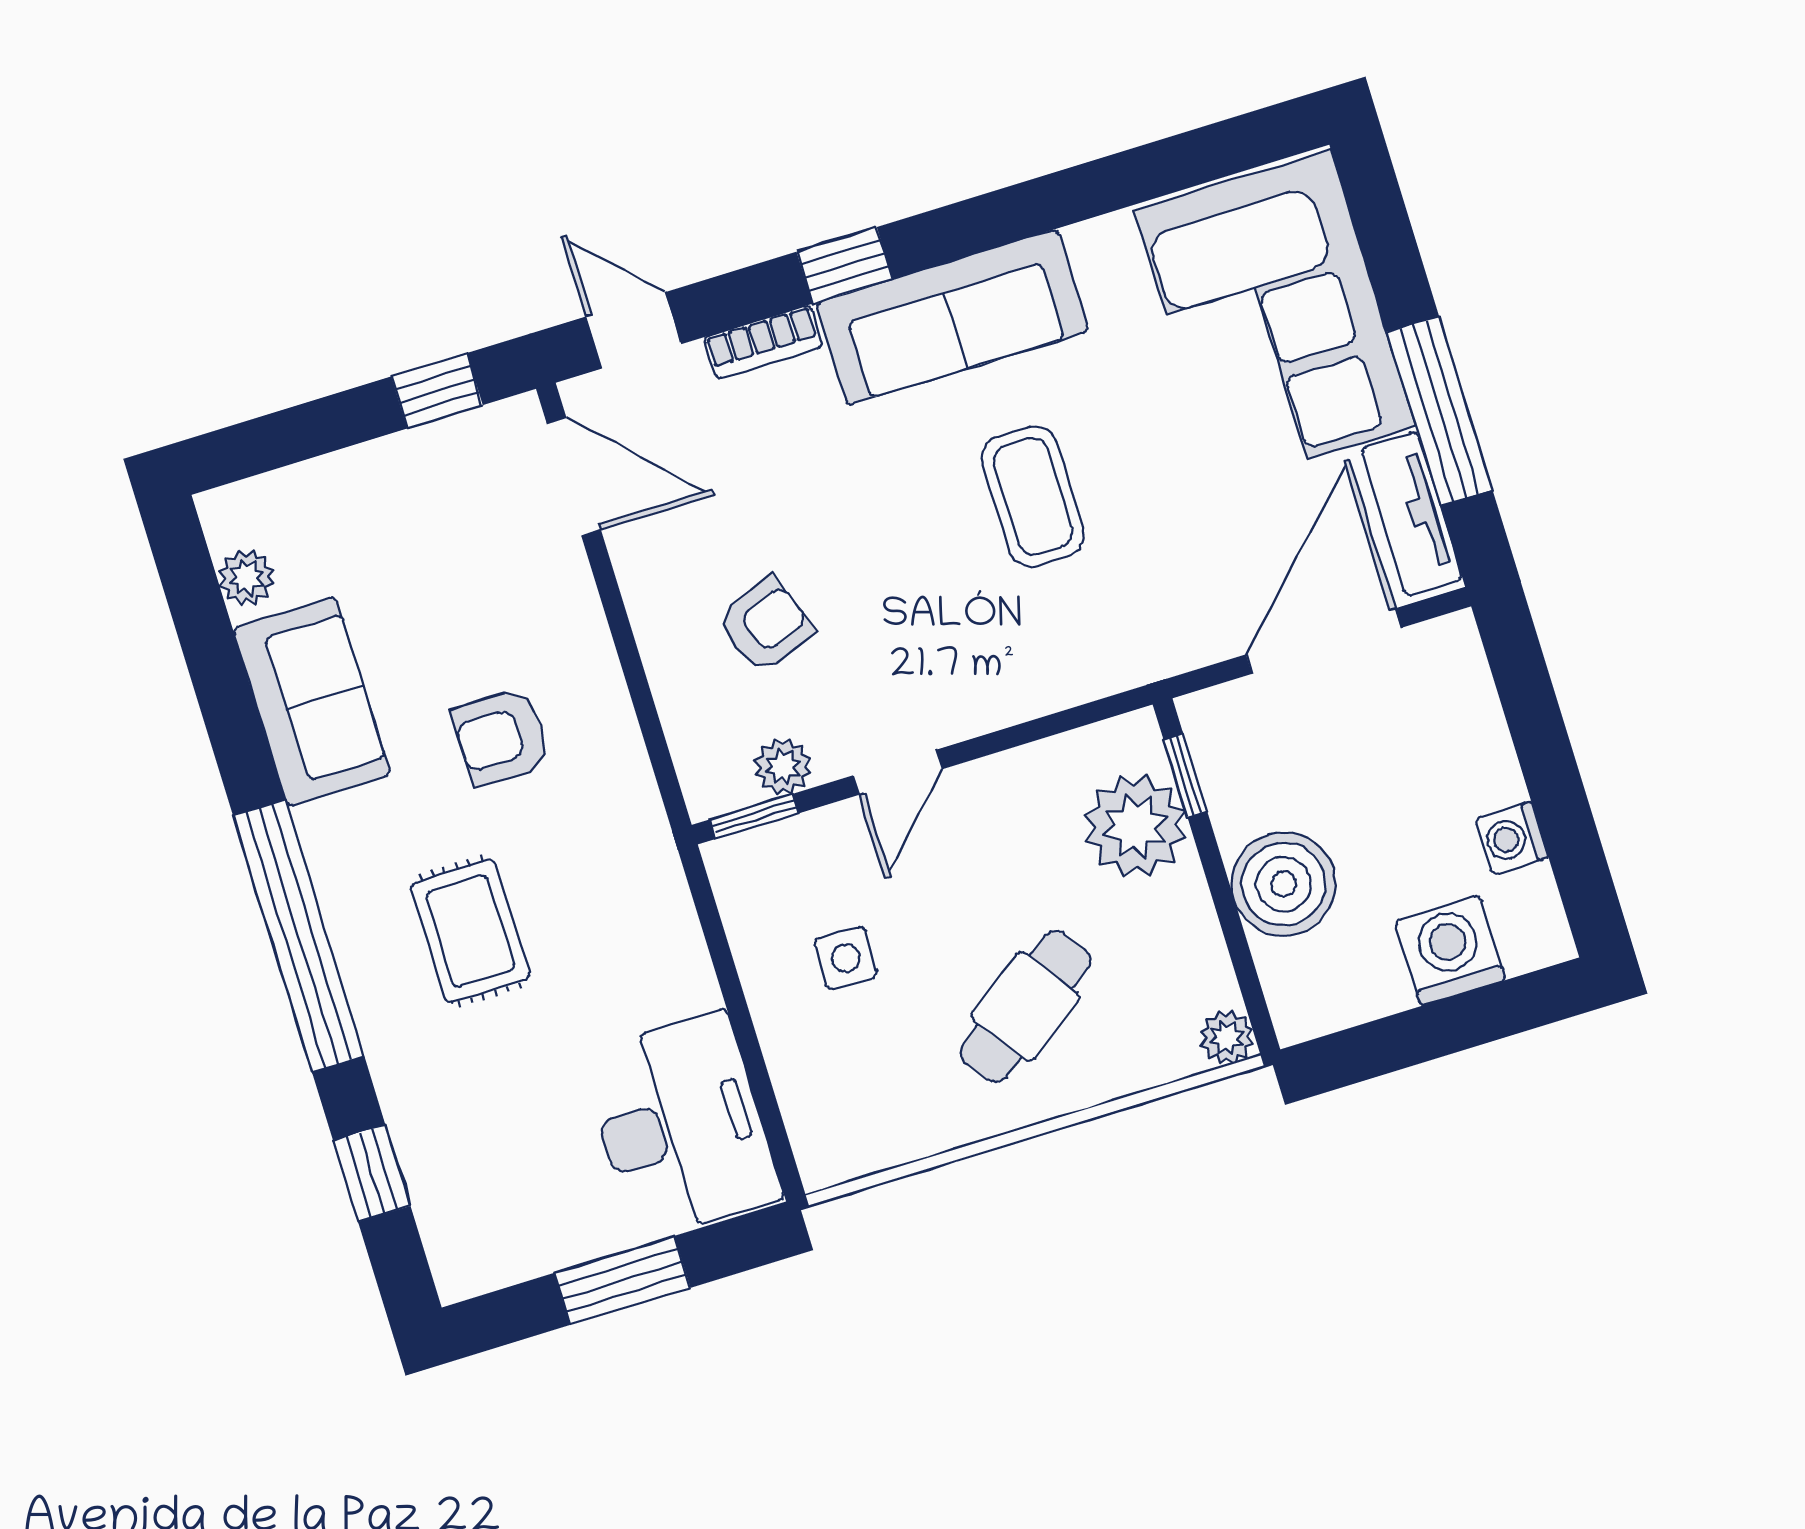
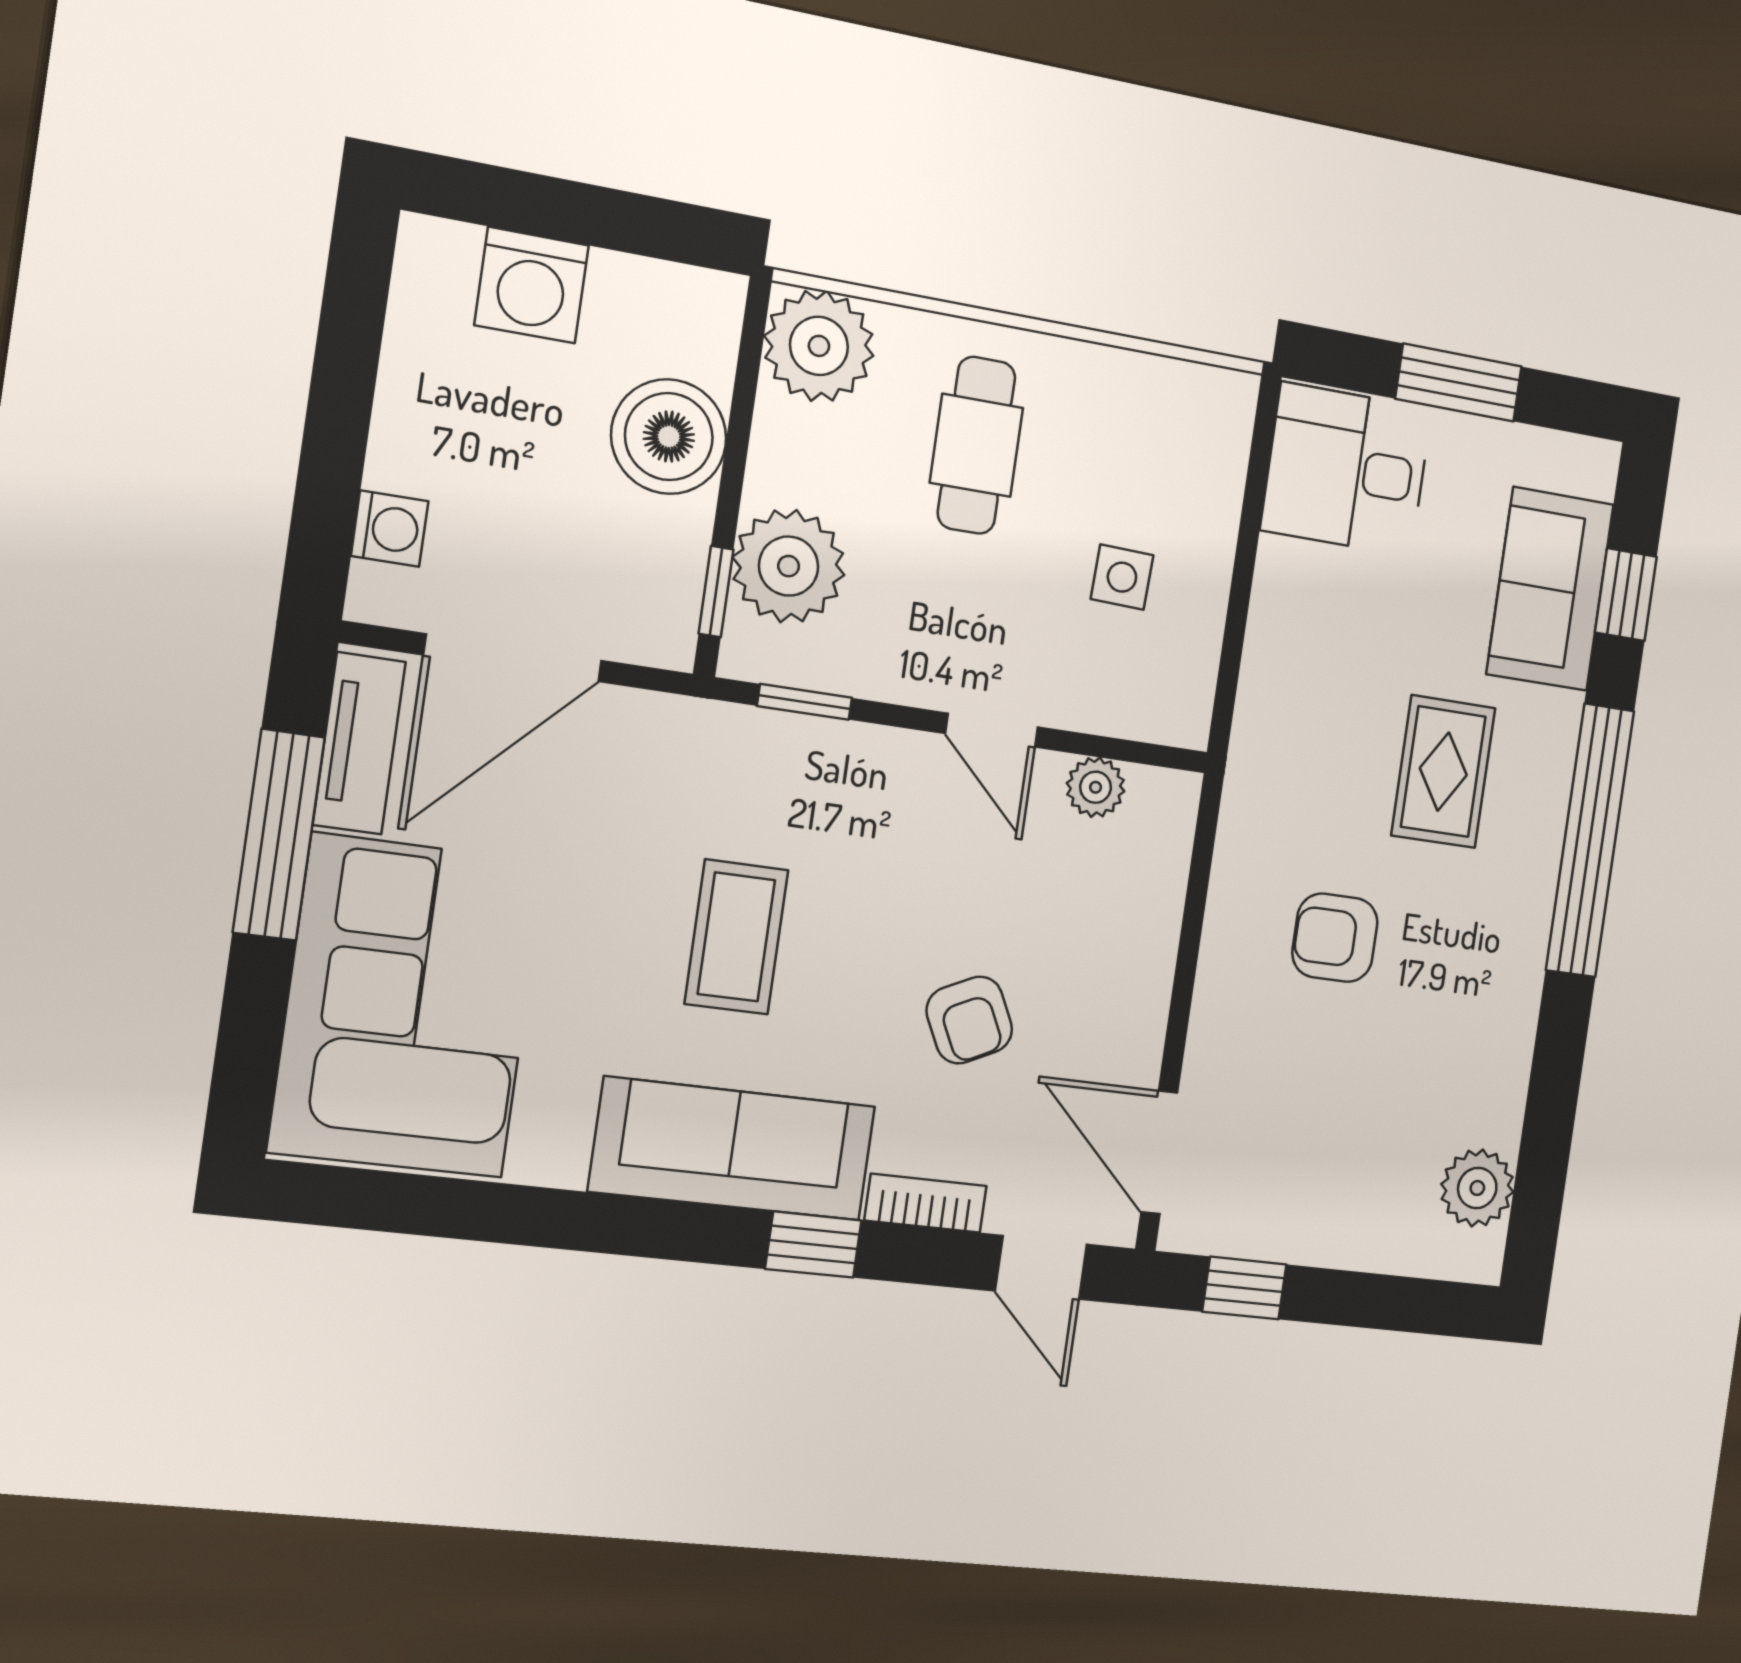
plant: (247, 577) -> (1477, 1188), width x1.38, depth x1.38
armchair: (766, 625) -> (969, 1020), moved, turned -95
sofa: (312, 702) -> (1550, 589), moved
armchair: (501, 737) -> (1335, 938), turned 180
door: (898, 772) -> (992, 730), swing flipped
window: (754, 816) -> (805, 702), moved
washing machine: (1512, 838) -> (390, 529), moved
cafe table: (1025, 1006) -> (976, 445), turned -54
plant: (1227, 1037) -> (819, 346), width x1.87, depth x1.87
desk: (681, 1126) -> (1347, 469), width x0.73

